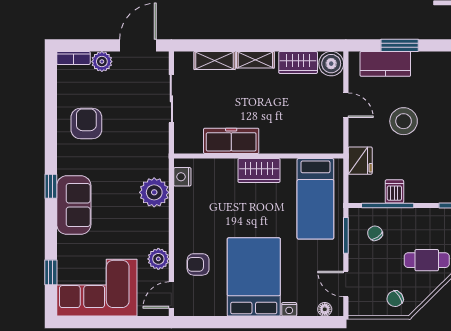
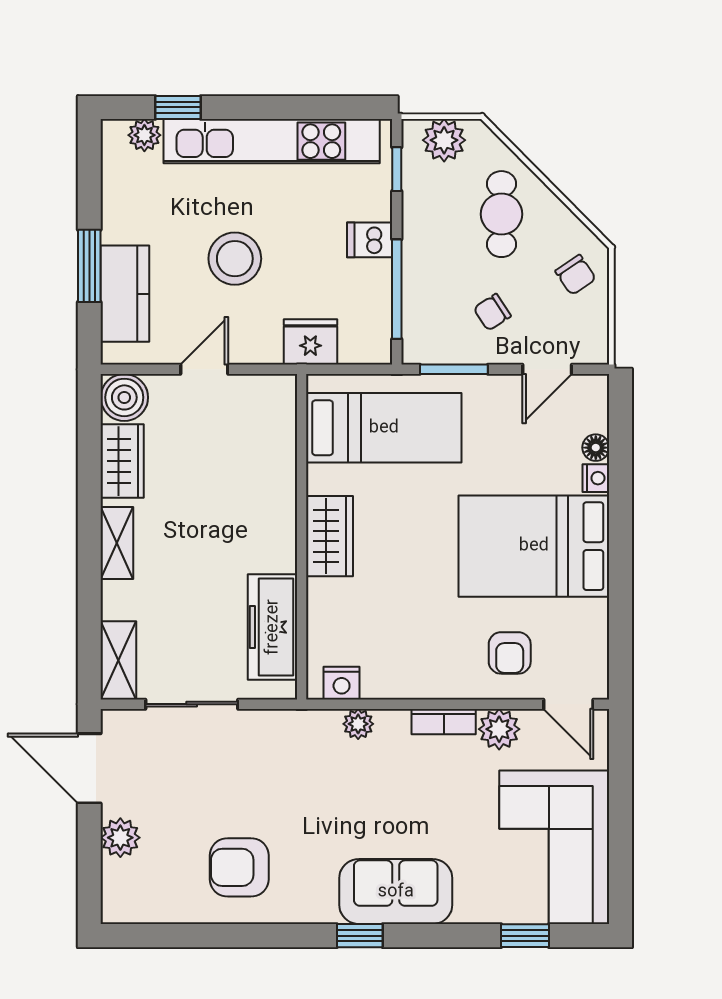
bookcase: (73, 58) -> (444, 722), moved, turned 90
shelving: (215, 61) -> (118, 660), moved
freezer: (231, 141) -> (273, 627), moved
dishwasher: (394, 191) -> (370, 240), moved
plant: (154, 192) -> (358, 724), width x0.53, depth x0.53
chair: (375, 233) -> (492, 312), moved
floor lamp: (325, 309) -> (596, 448), moved

